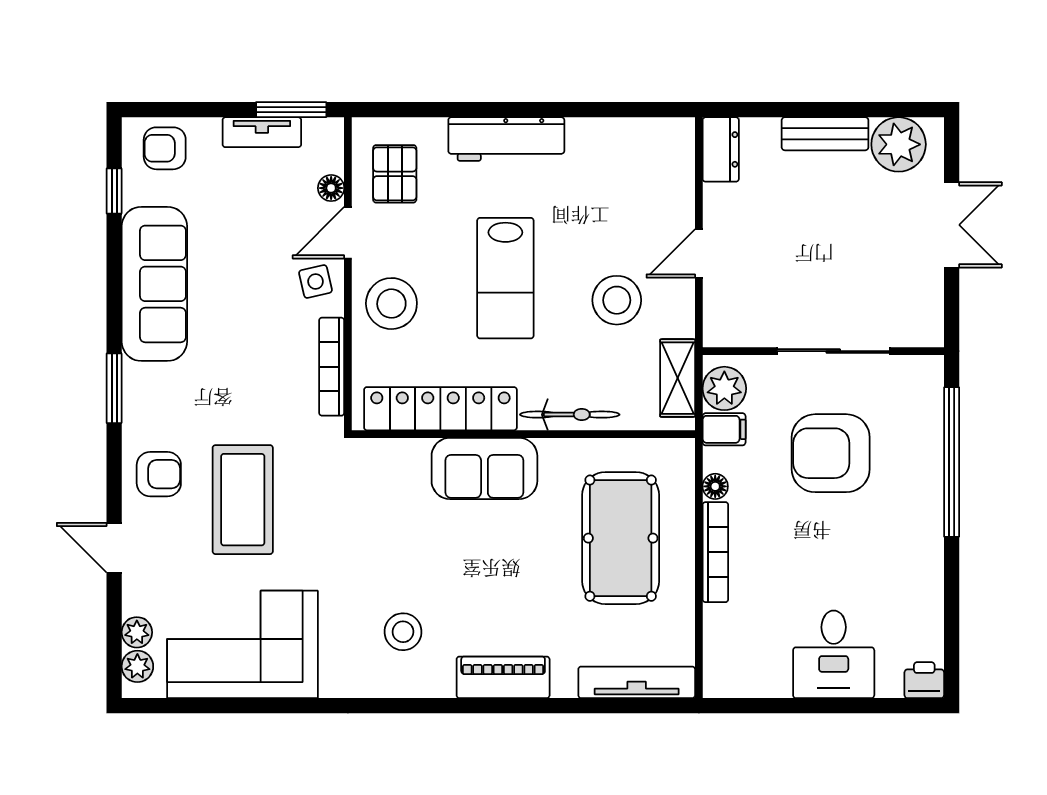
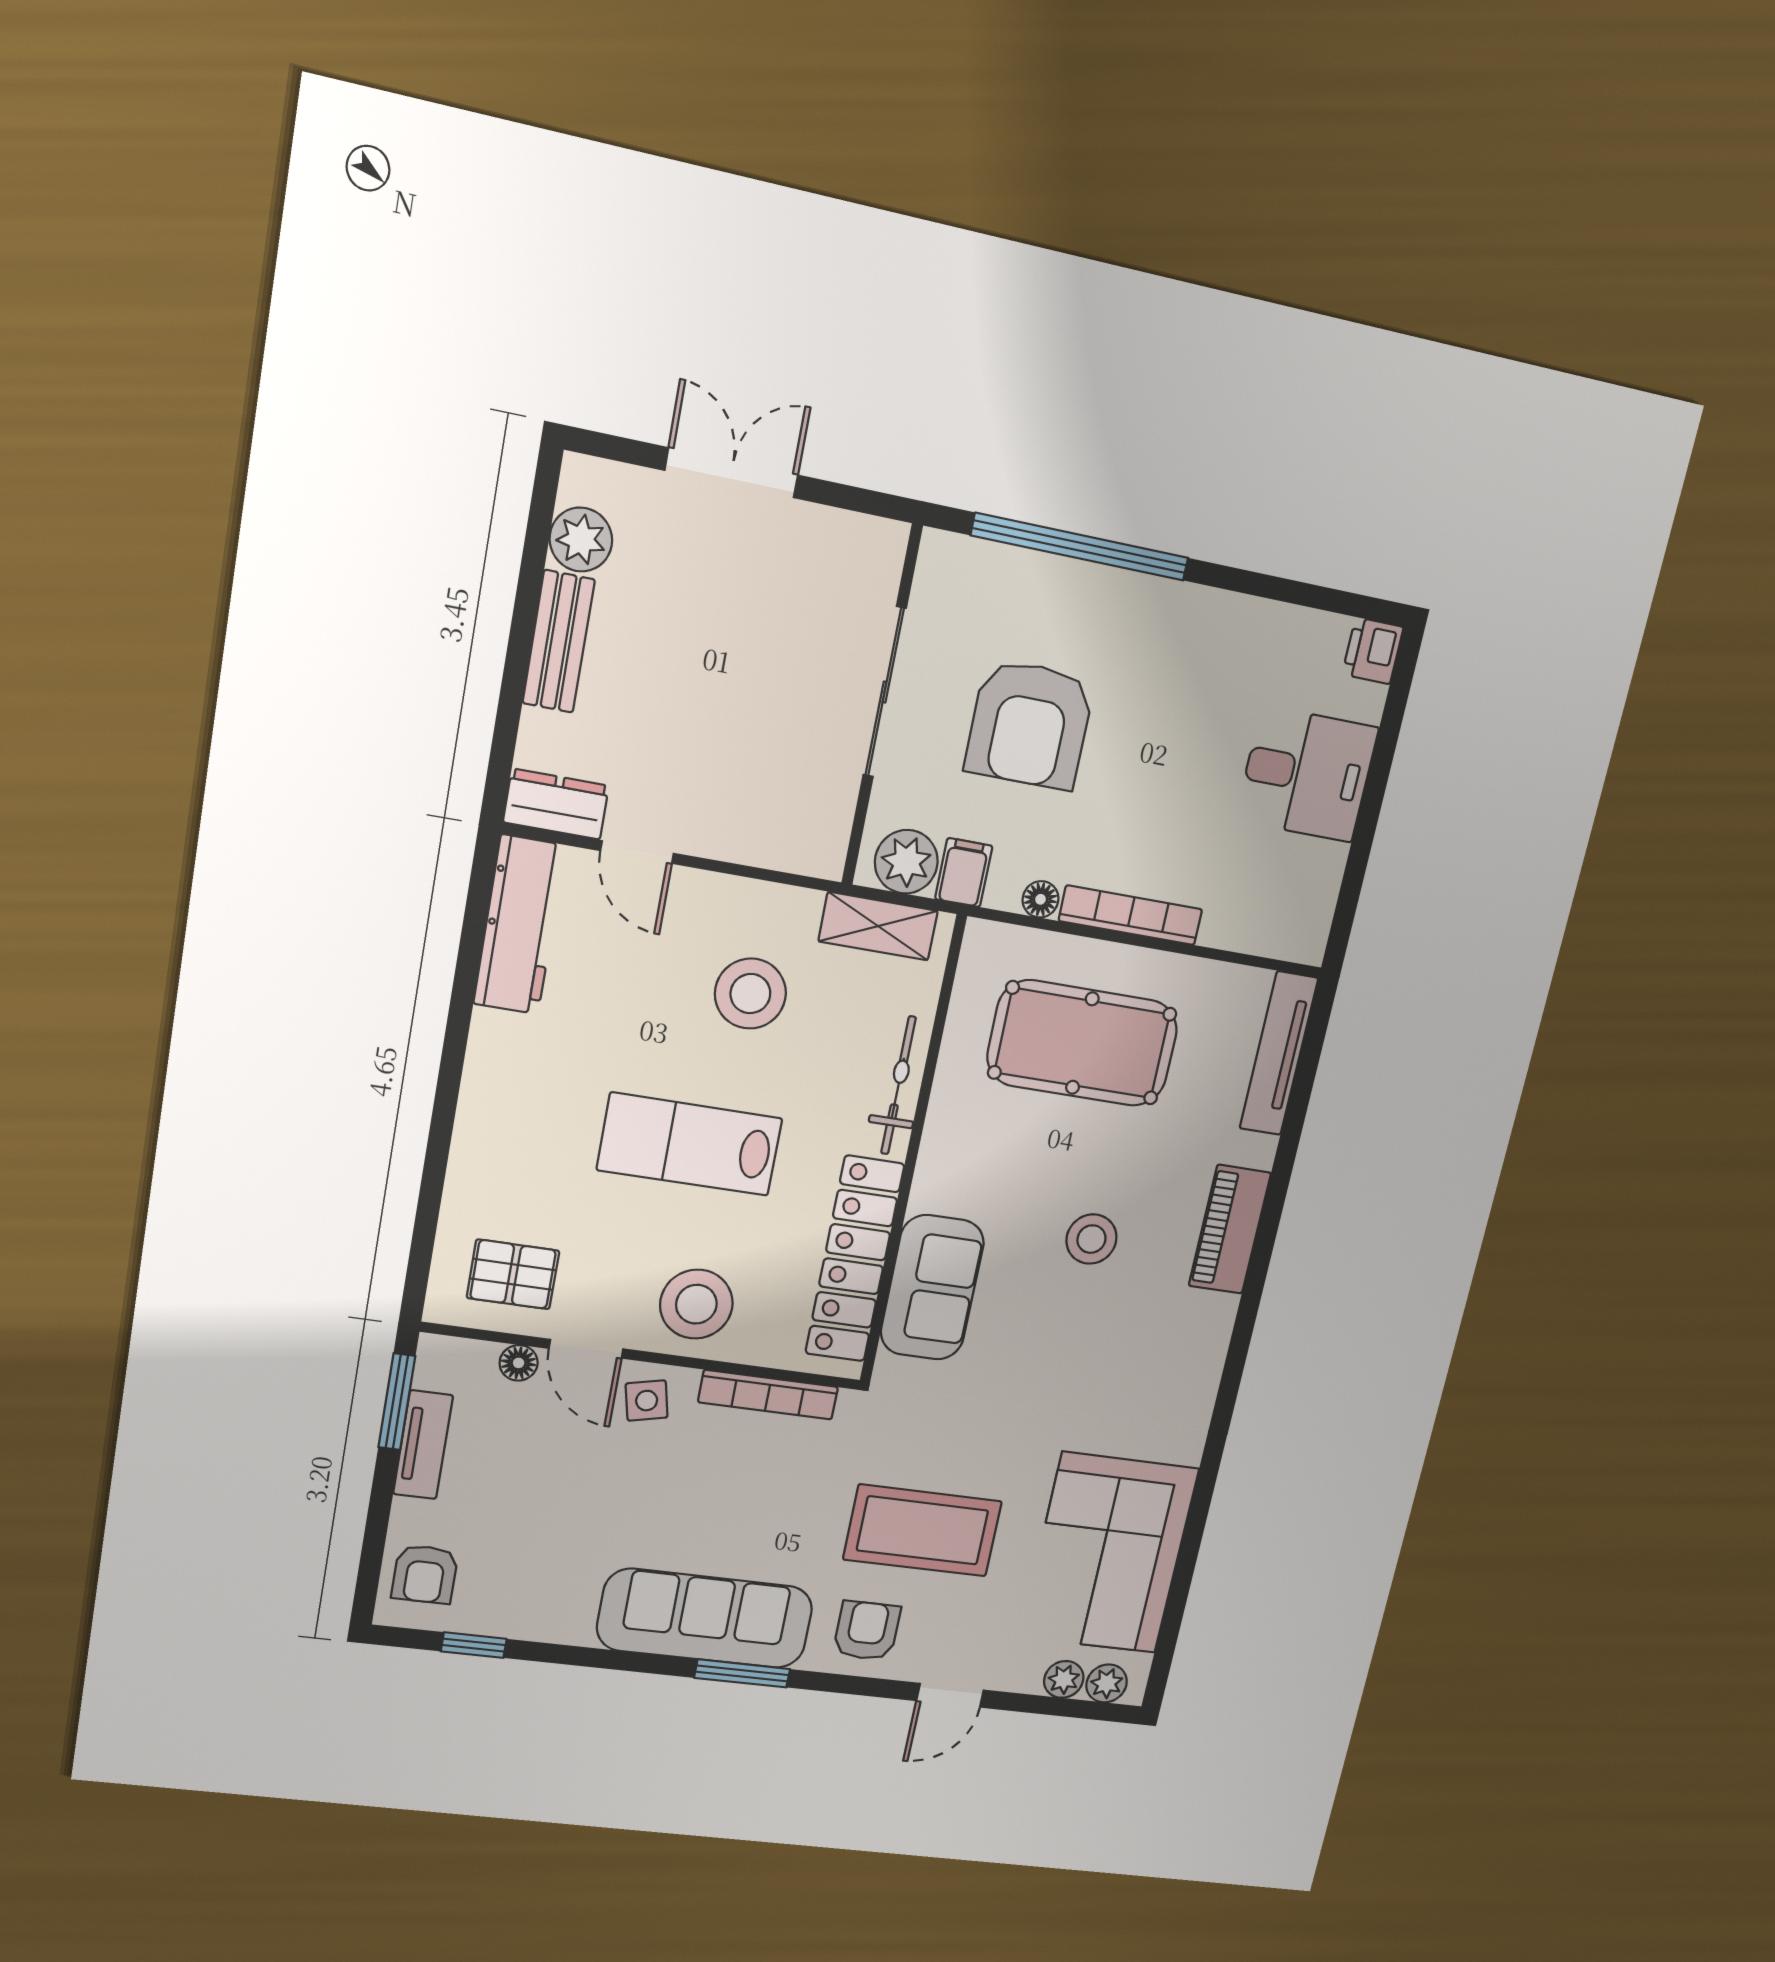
workbench: (506, 139) -> (520, 925), moved
plant: (899, 144) -> (581, 540), width x0.73, depth x0.73
door: (699, 253) -> (637, 852), moved
lab bench: (505, 278) -> (690, 1144), turned 180
sofa: (154, 284) -> (705, 1618), moved
sofa: (484, 468) -> (932, 1288), moved
stool: (403, 632) -> (1091, 1239), moved

